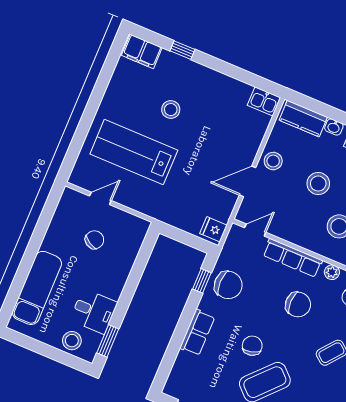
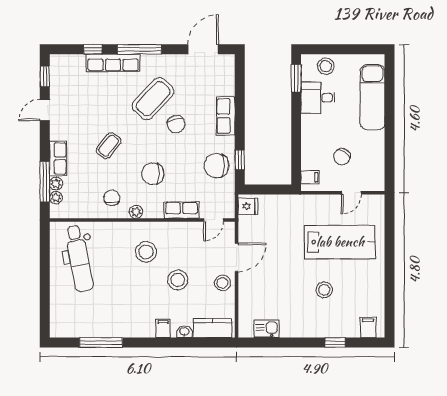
filing cabinet: (142, 51) -> (368, 327), width x0.50
kitchen sink: (264, 101) -> (267, 329), moved
filing cabinet: (137, 232) -> (310, 177), added
row of seats: (293, 258) -> (182, 210), width x0.68

